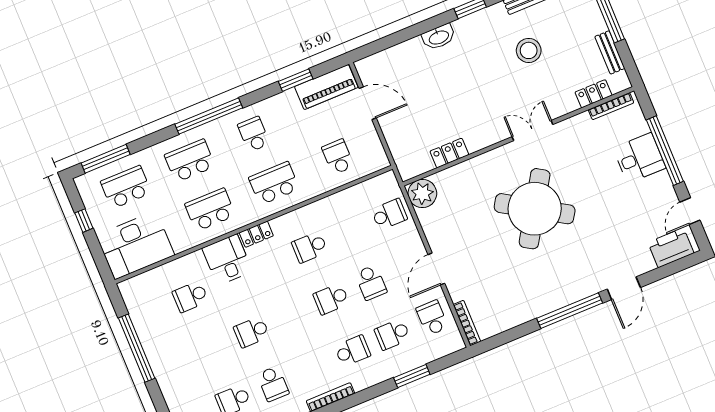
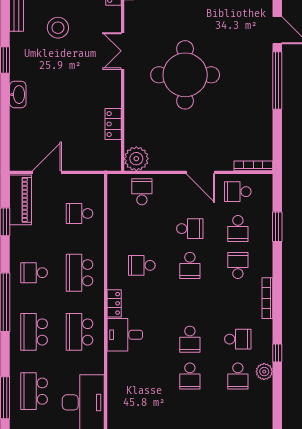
round table: (535, 209) -> (185, 75), turned -32
school desk: (310, 247) -> (142, 265), turned 90
school desk: (190, 297) -> (190, 376), moved

